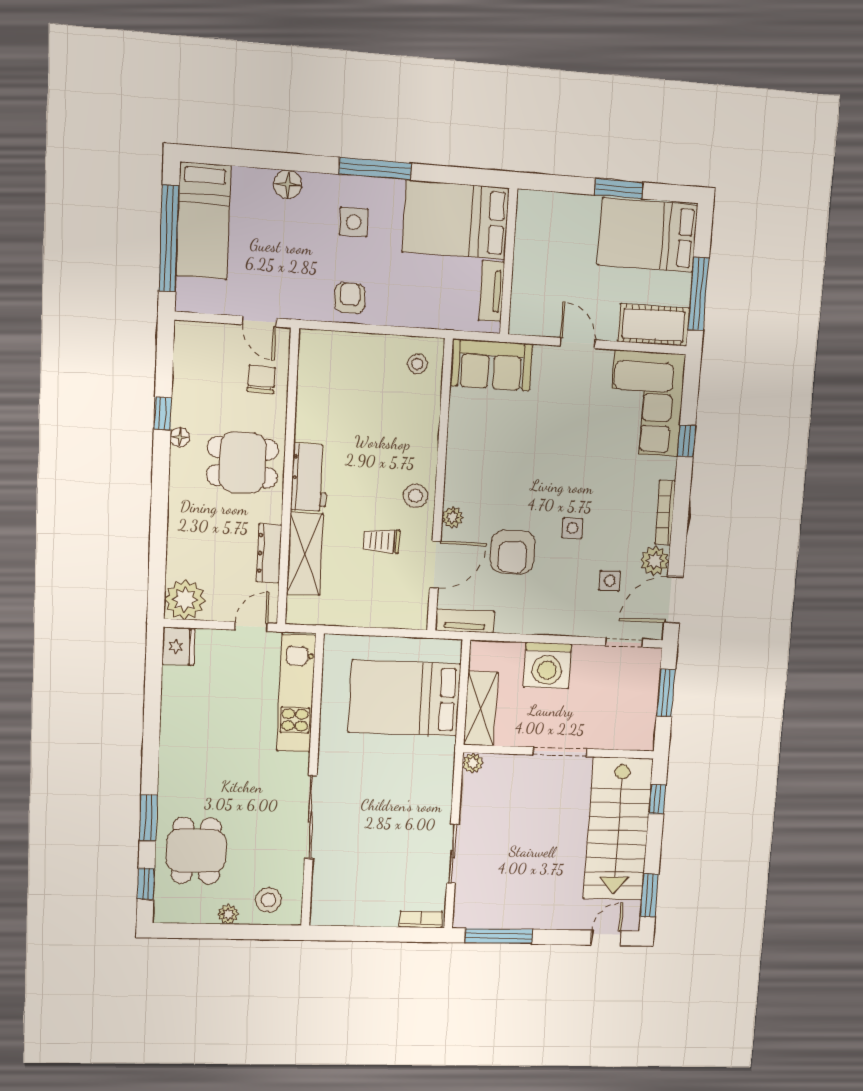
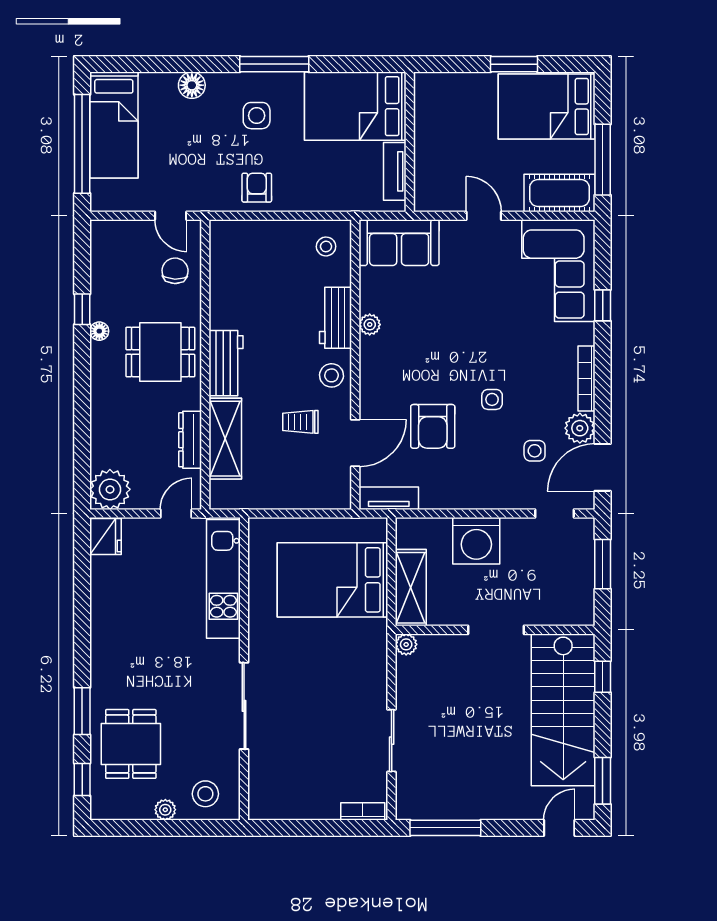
workbench: (423, 438) -> (336, 318), added
plant: (452, 517) -> (370, 325), moved

